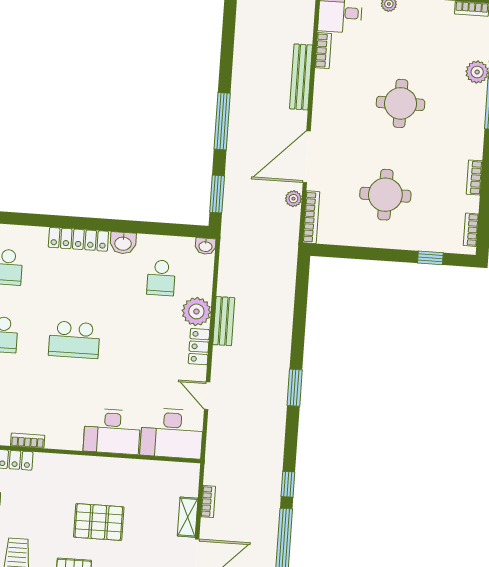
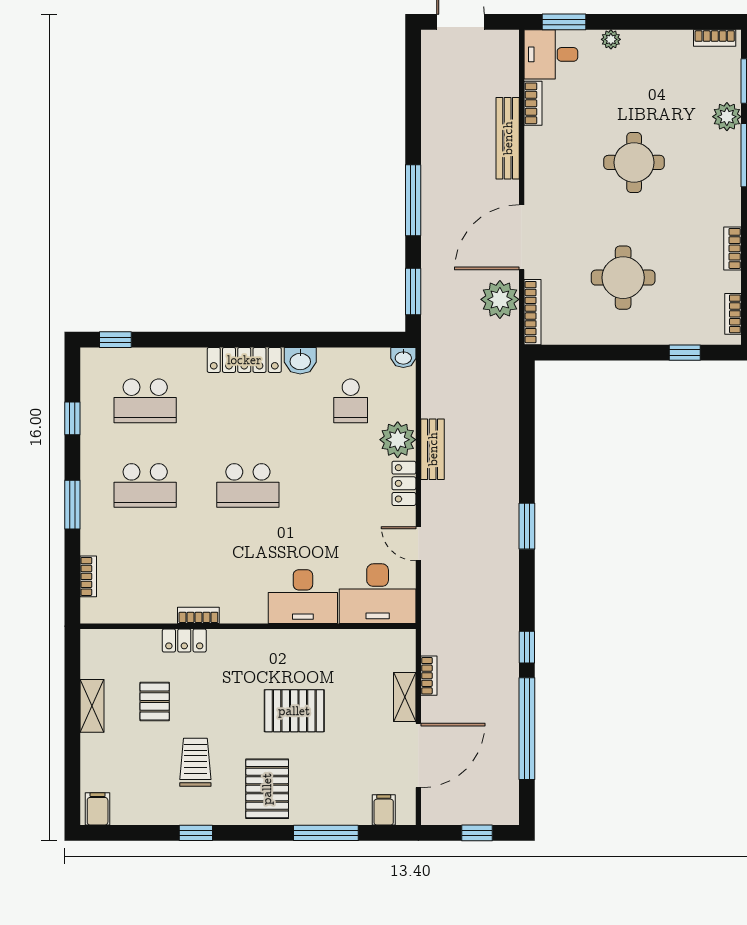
plant: (293, 199) -> (500, 299), width x1.88, depth x1.88

